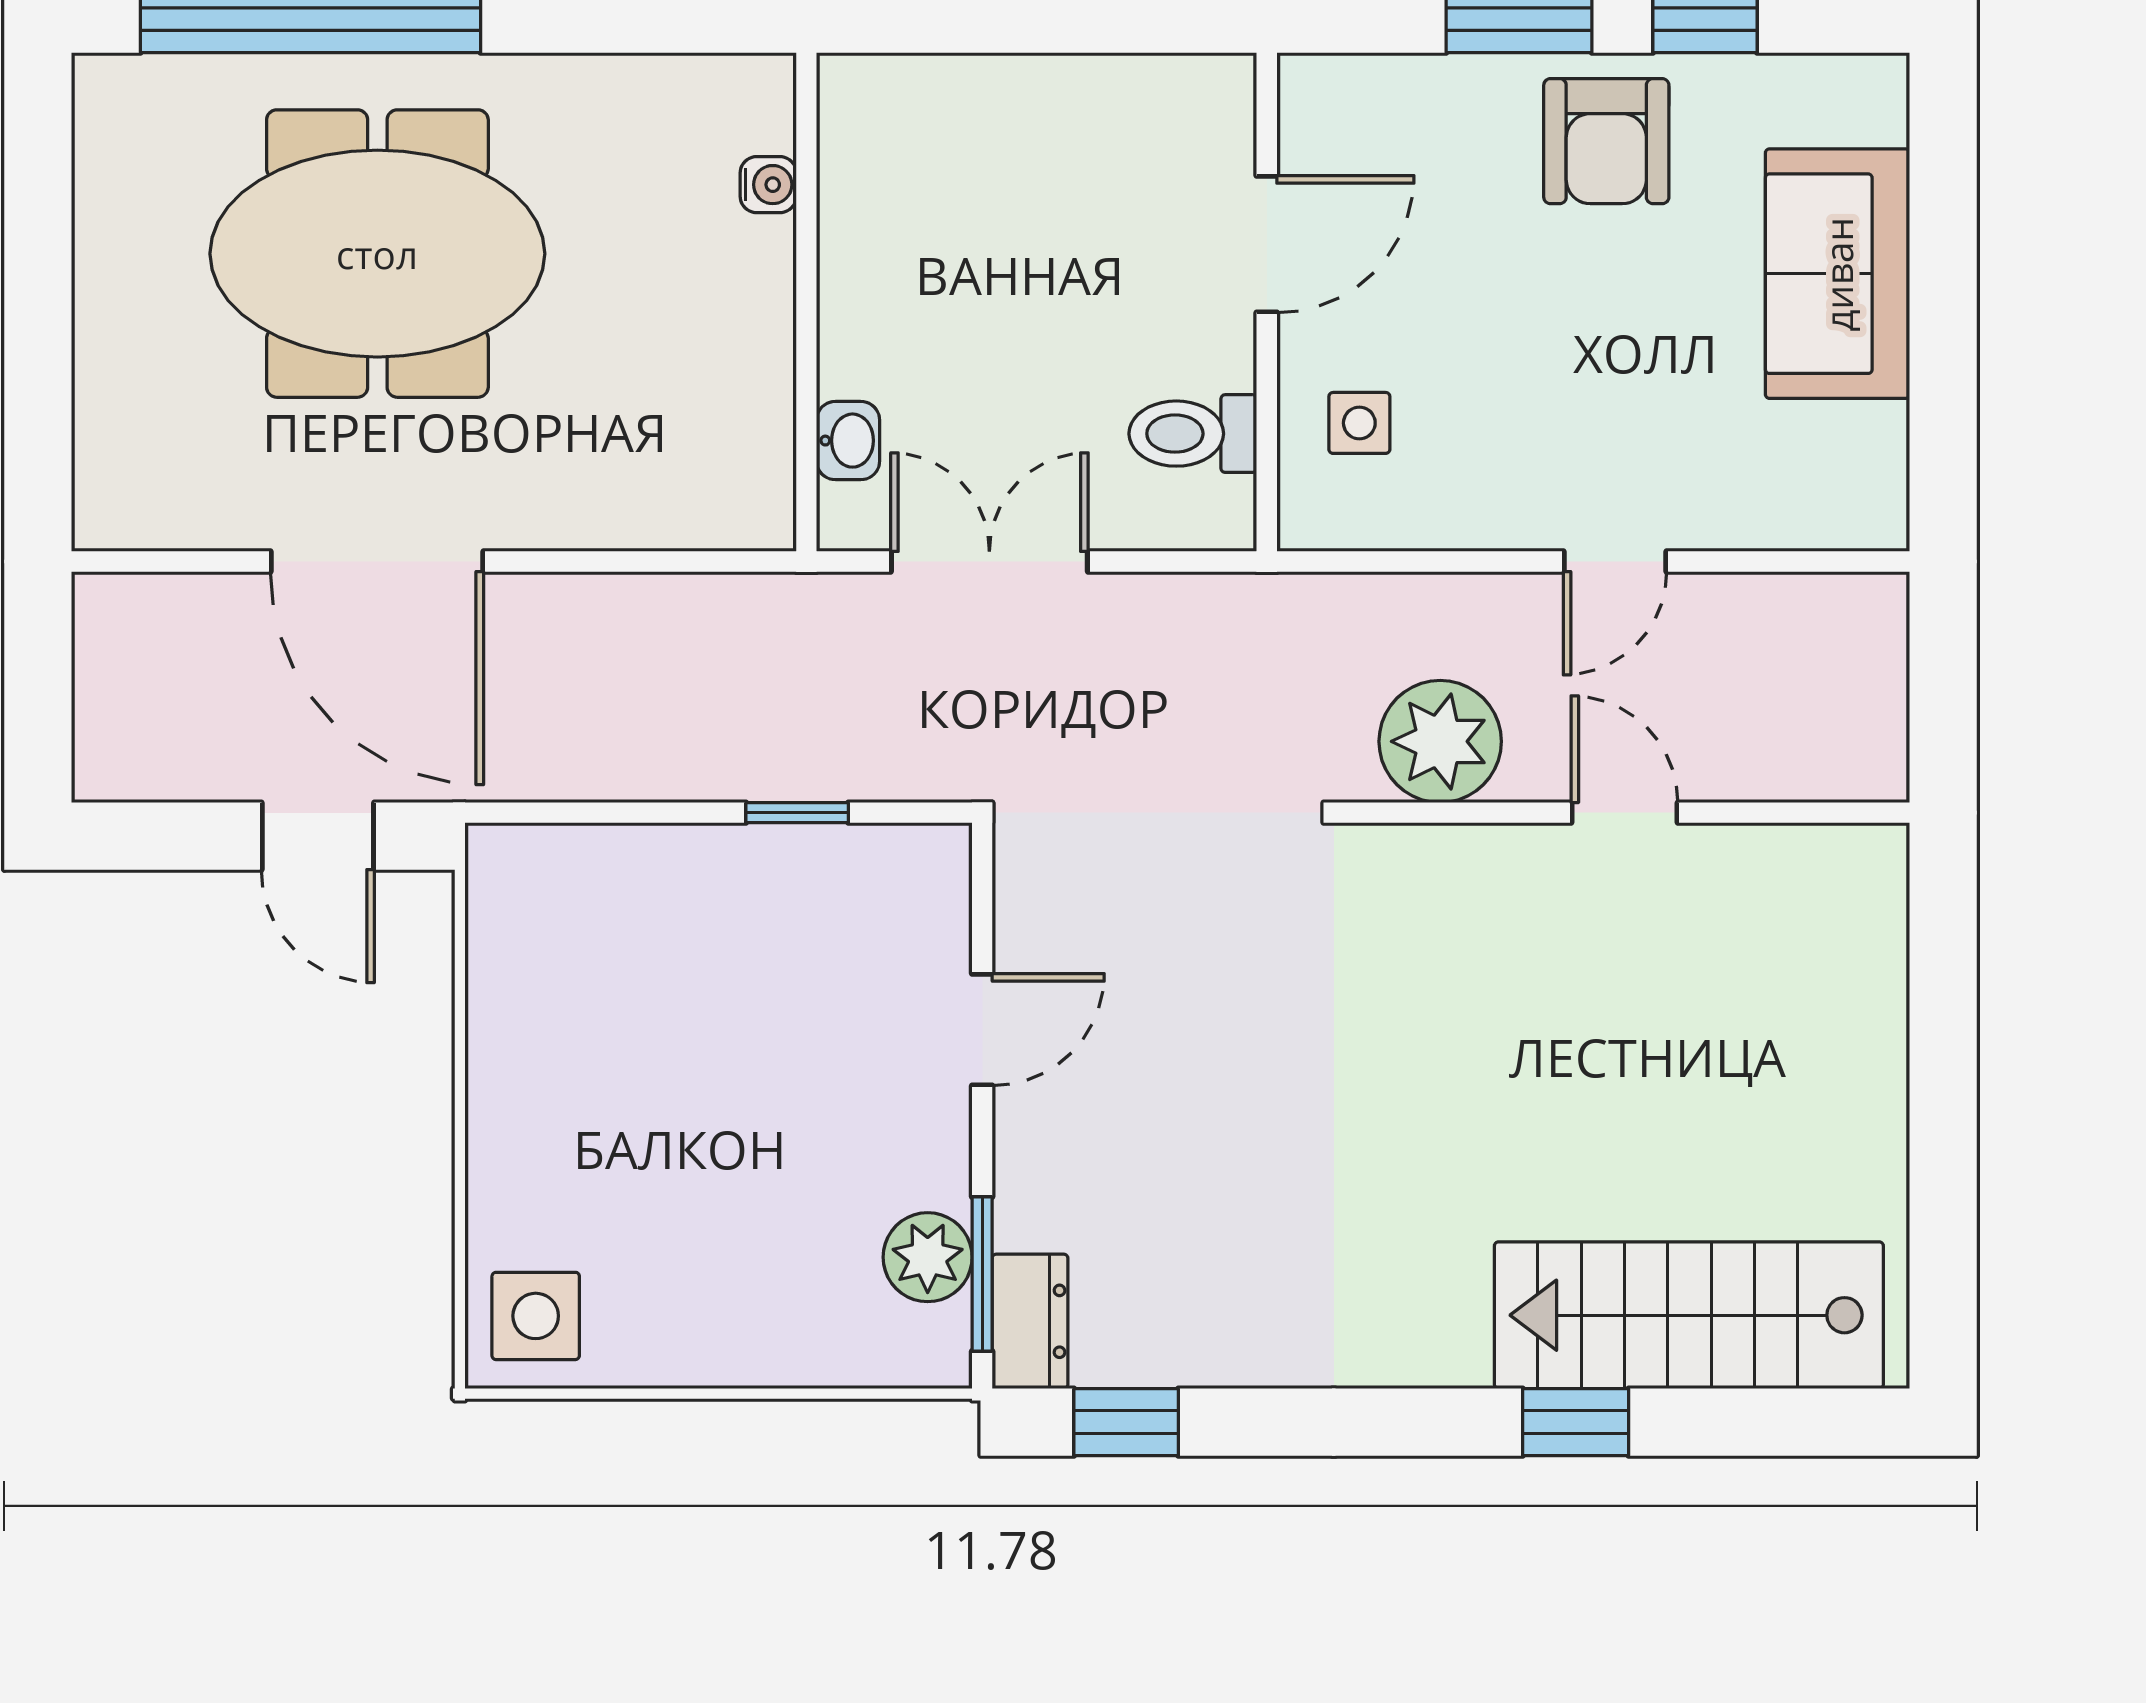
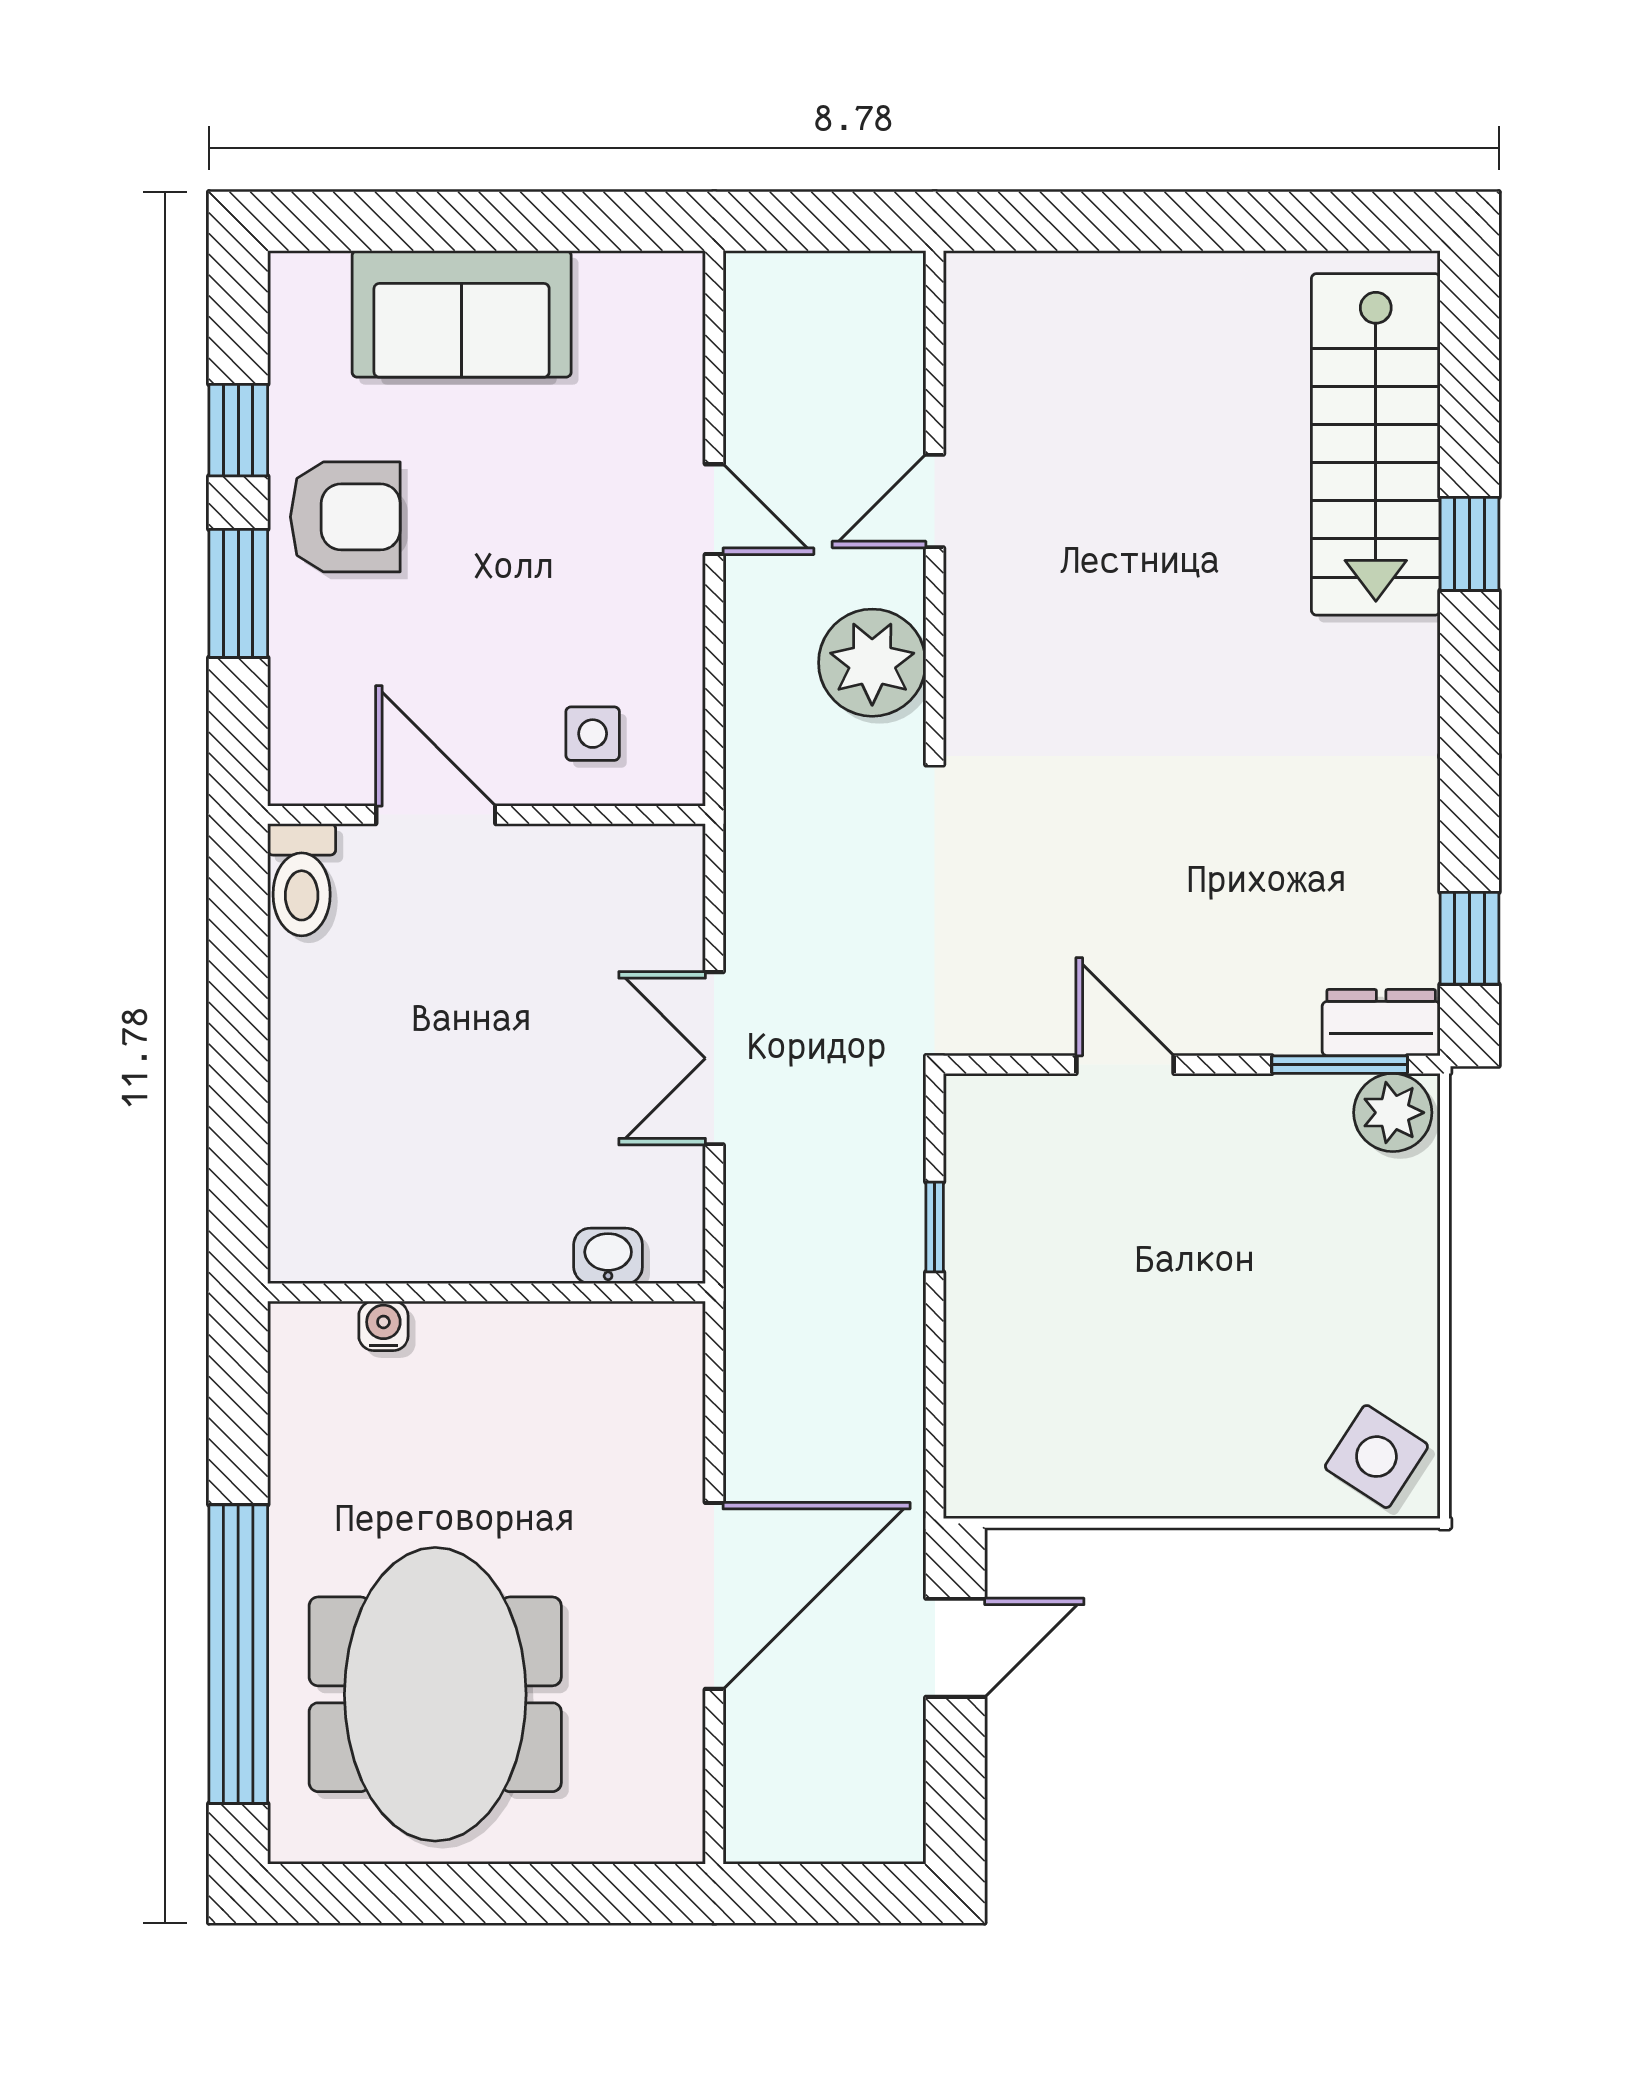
water cooler: (768, 185) -> (383, 1326), moved
meeting table: (377, 254) -> (435, 1694), moved
wall: (806, 302) -> (486, 1292), moved
toilet: (1193, 434) -> (302, 880), moved
washbasin: (848, 441) -> (608, 1256), moved
plant: (928, 1257) -> (1393, 1113), moved
side table: (536, 1316) -> (1376, 1457), turned 33

